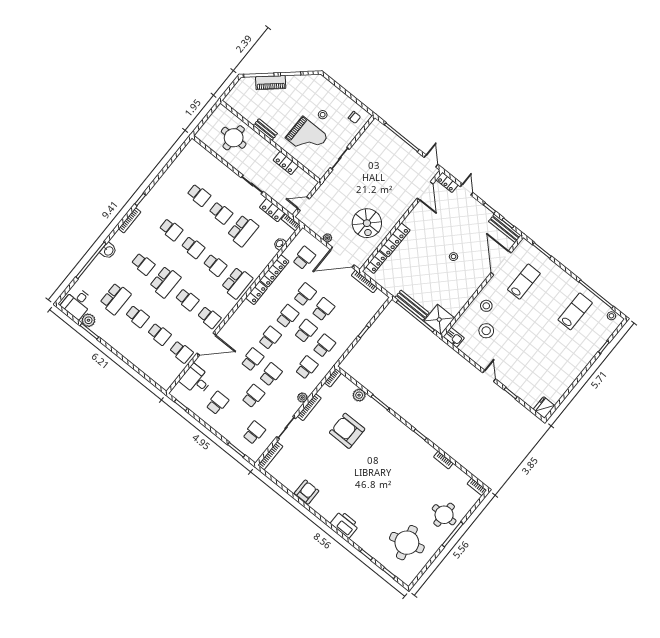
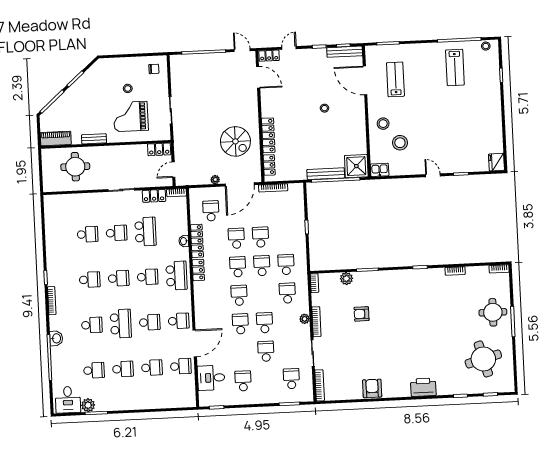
piano: (271, 83) -> (56, 139), moved, turned -139
grand piano: (307, 137) -> (131, 116), turned 180
locker: (286, 163) -> (159, 149), moved
door: (467, 190) -> (289, 48), hinge flipped
washbasin: (280, 244) -> (184, 241), moved
school desk: (115, 299) -> (94, 370), width x0.54
lab bench: (575, 311) -> (455, 67), turned 180
armchair: (347, 431) -> (362, 314), width x0.53, depth x0.53

